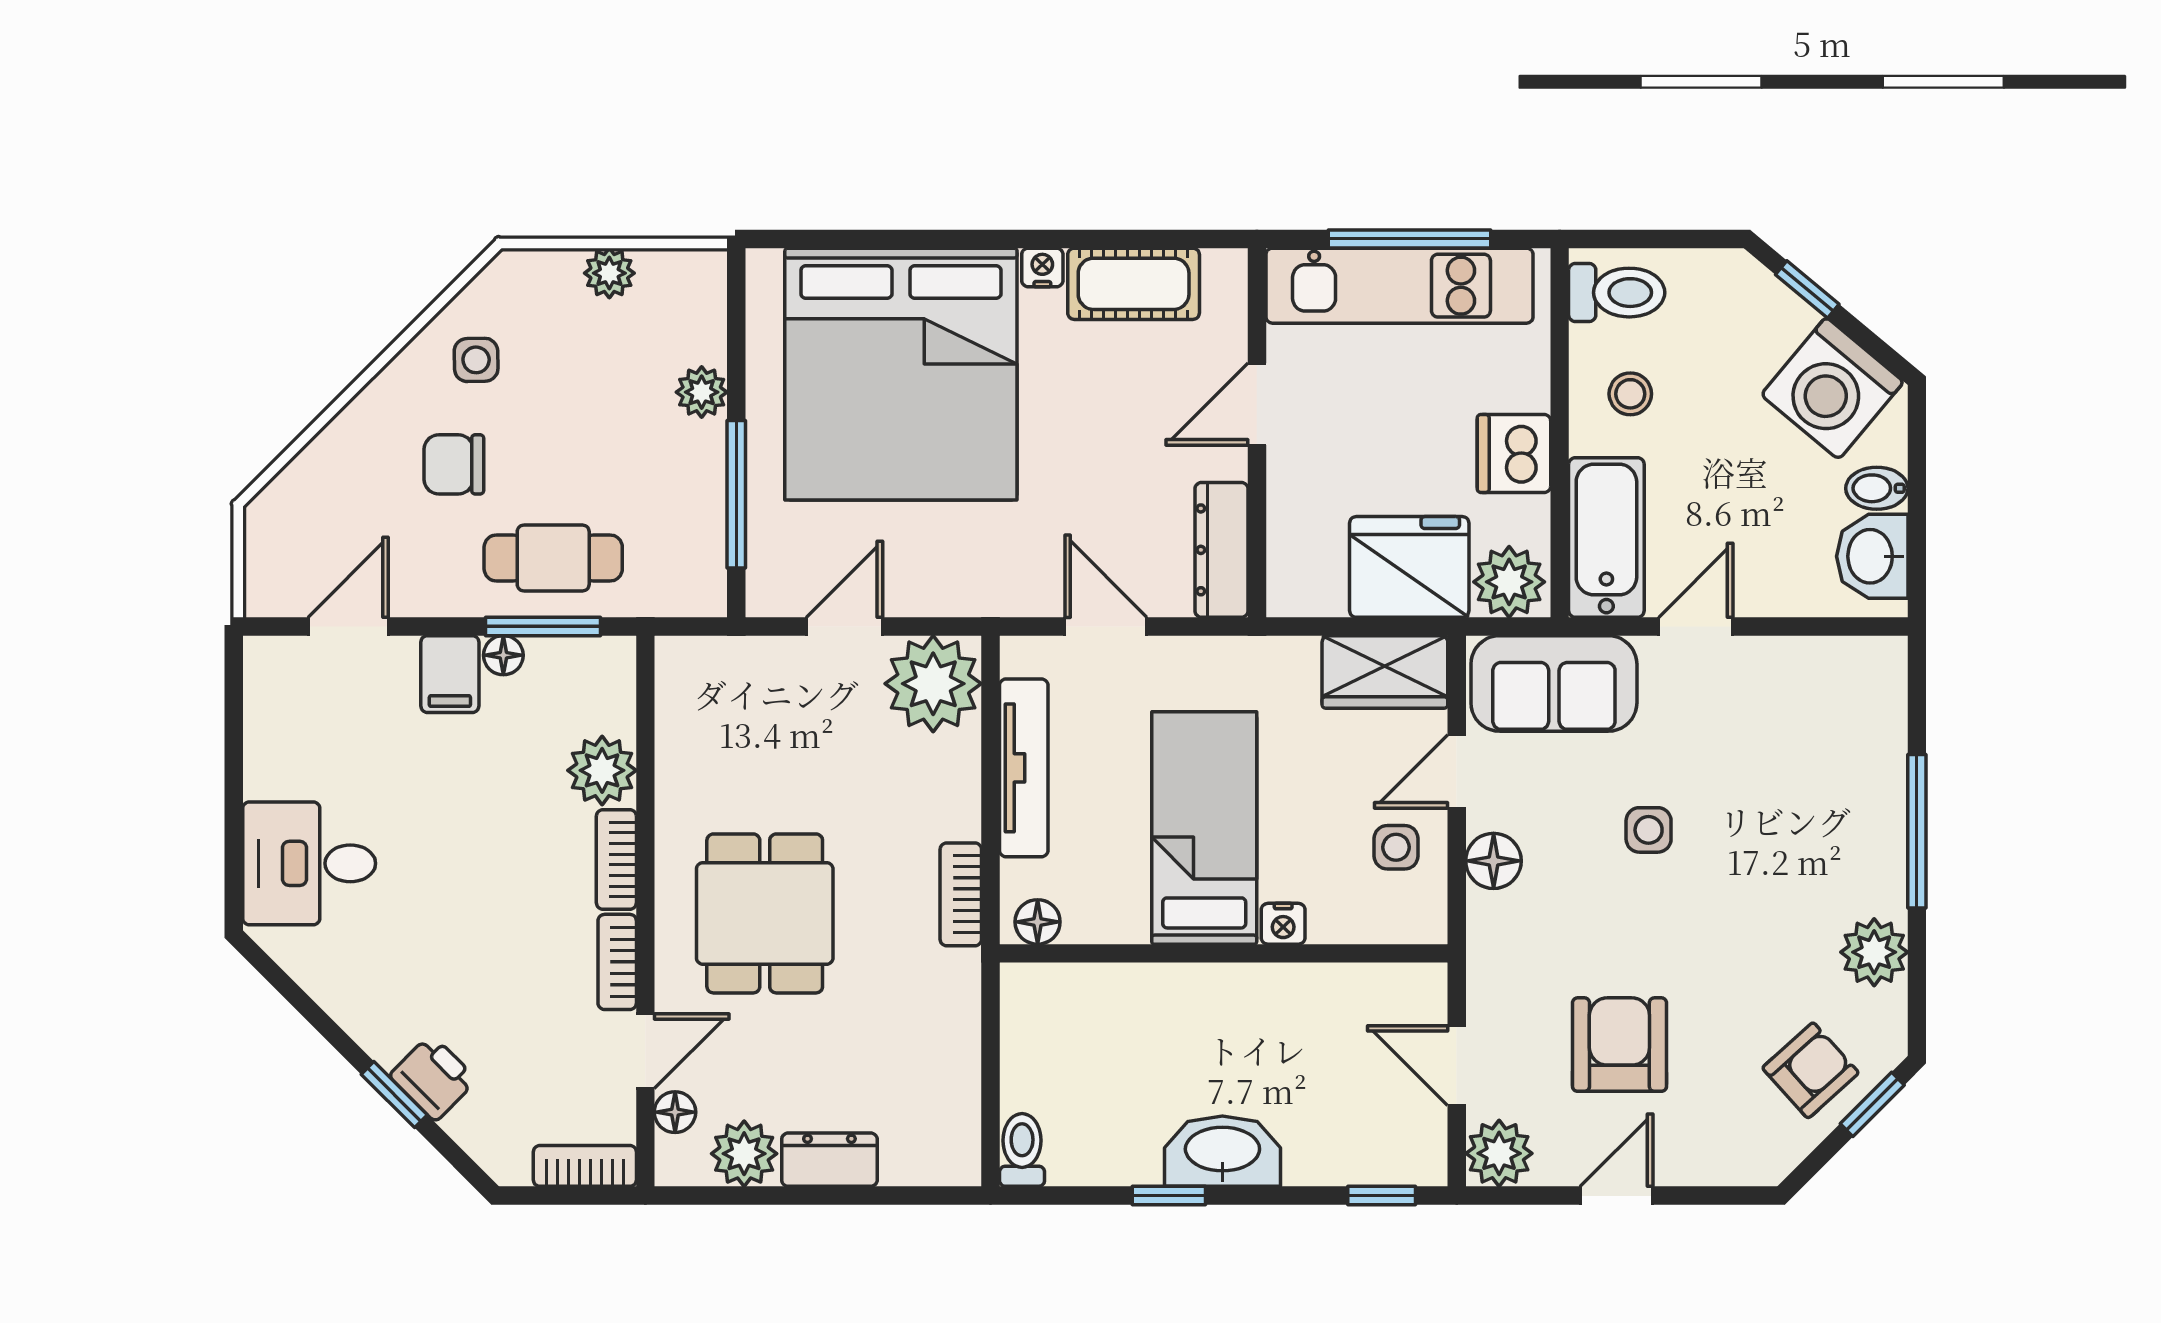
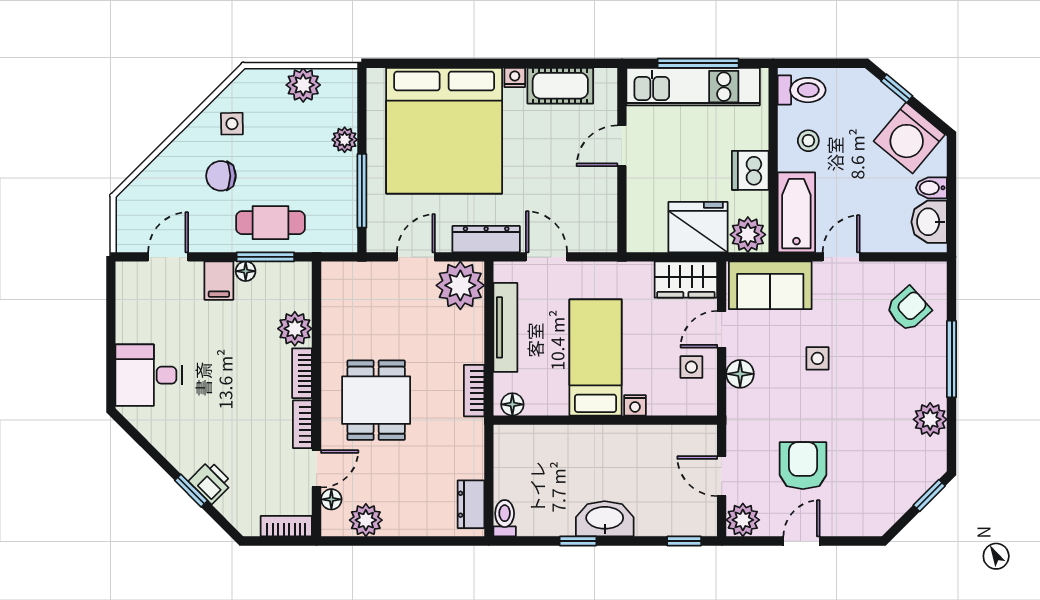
plant: (609, 273) -> (303, 85), width x1.38, depth x1.38
dresser: (1221, 550) -> (486, 239), moved, turned 90
armchair: (1811, 1070) -> (908, 309), moved
dresser: (829, 1160) -> (471, 504), moved, turned -90

